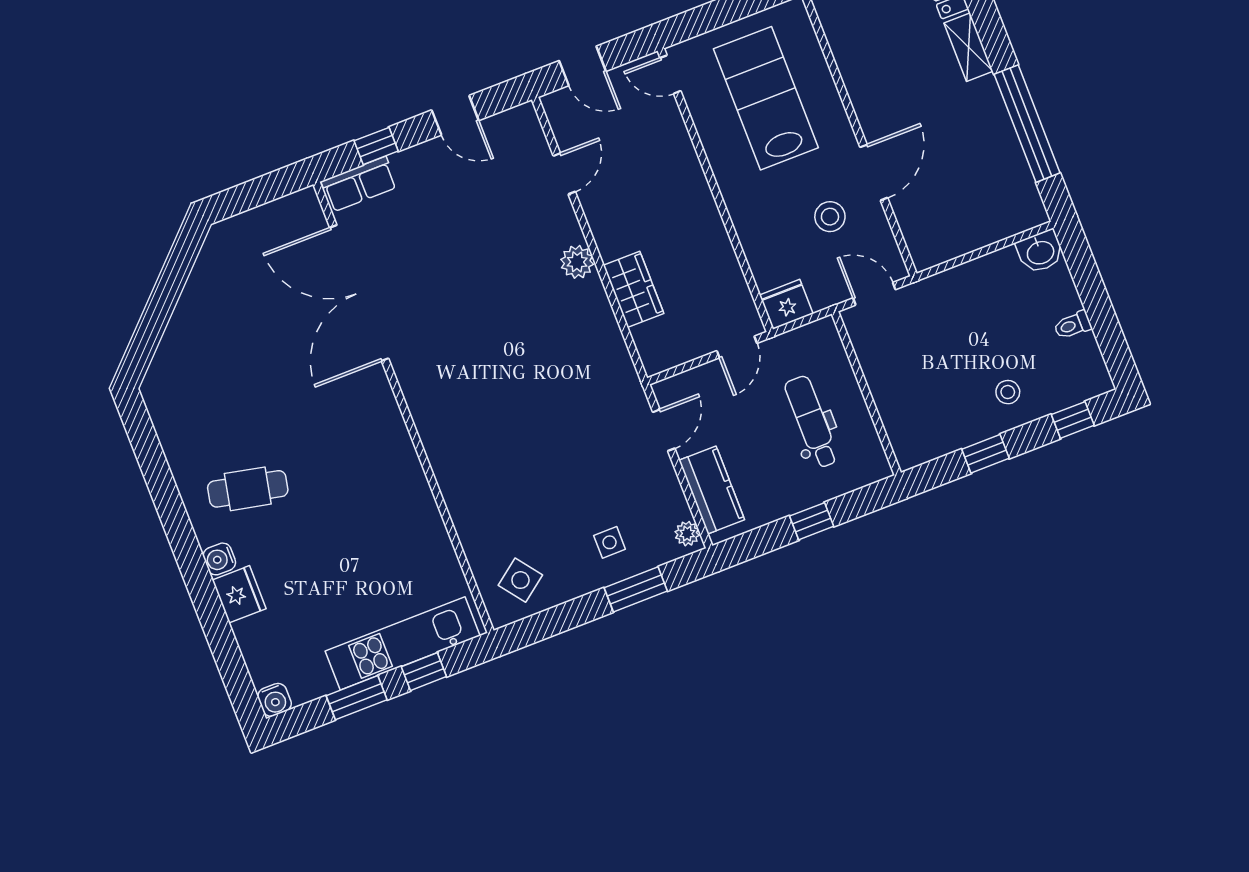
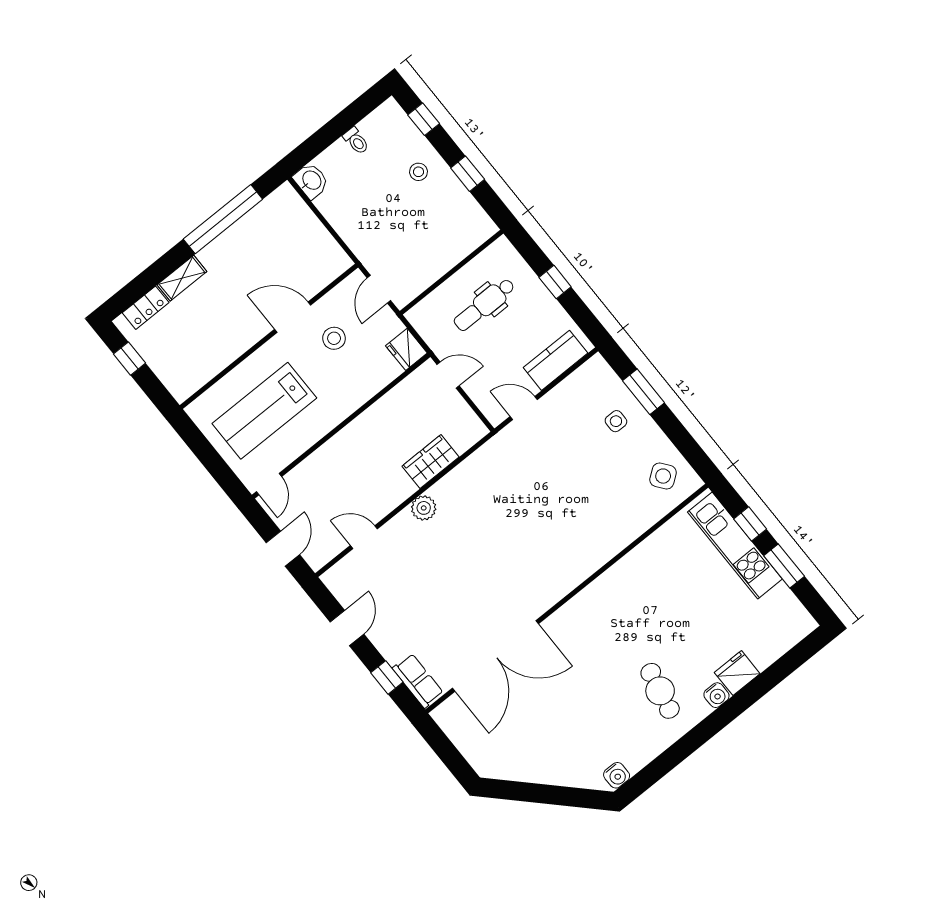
plant: (687, 534) -> (592, 368), removed
water cooler: (275, 700) -> (617, 775), moved, turned 90

